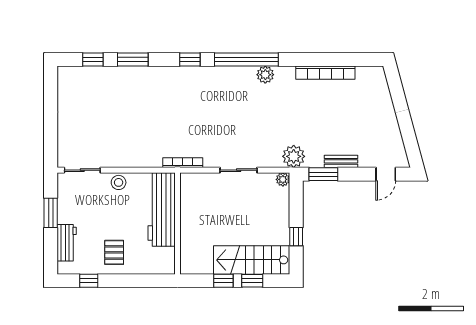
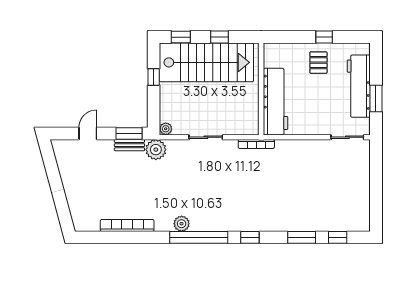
bench: (341, 161) -> (129, 145), moved
door: (386, 174) -> (88, 134), moved
stool: (119, 182) -> (314, 126), removed
workbench: (67, 243) -> (359, 86), width x1.88, depth x1.32
stairs: (252, 260) -> (206, 62), width x1.36, depth x1.51
window: (89, 281) -> (324, 37), moved
window: (252, 281) -> (181, 37), moved

